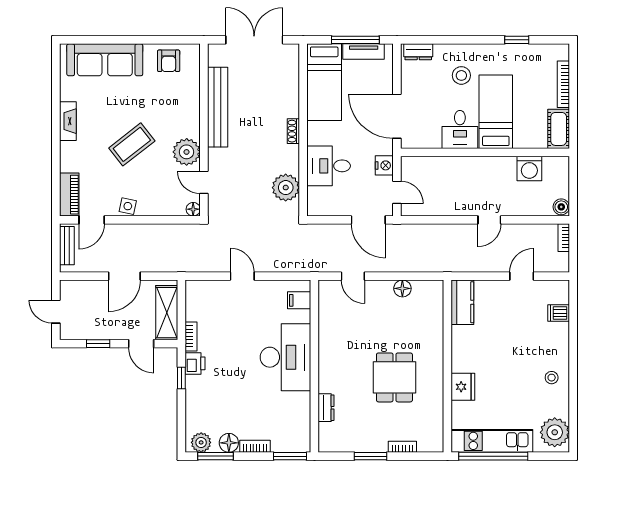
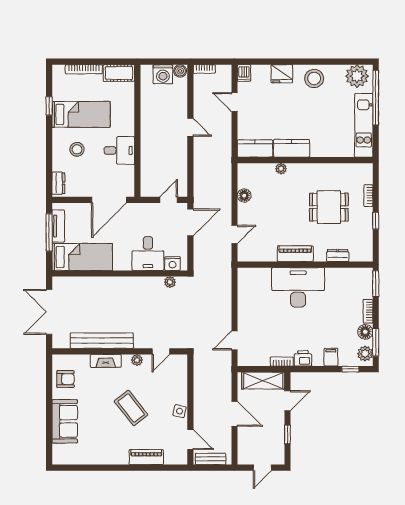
sofa: (105, 60) -> (65, 421), width x0.73
bed: (496, 112) -> (81, 114), moved, turned 180
fireplace: (68, 121) -> (106, 361), moved, turned 180
shoe rack: (293, 131) -> (121, 281), removed
plant: (187, 152) -> (137, 360), width x0.53, depth x0.53
nightstand: (384, 165) -> (172, 264), moved, turned 180
washing machine: (529, 169) -> (163, 74), moved, turned 90
plant: (286, 188) -> (170, 282), width x0.53, depth x0.53
piano: (69, 195) -> (146, 457), moved
floor lamp: (193, 209) -> (182, 360), removed
door: (242, 276) -> (234, 340), moved
filing cabinet: (299, 300) -> (331, 357), moved, turned 180
dishwasher: (559, 313) -> (244, 73), moved
plant: (437, 336) -> (281, 169), added
kitchen counter: (463, 349) -> (292, 148), added
piano: (328, 354) -> (295, 254), added
dining table: (394, 377) -> (329, 207), moved
window: (181, 378) -> (350, 369), moved
stool: (552, 378) -> (314, 78), width x1.89, depth x1.89
fridge: (463, 387) -> (282, 74), moved, turned 180
window: (370, 456) -> (376, 221), width x0.67
window: (493, 456) -> (376, 98), moved

